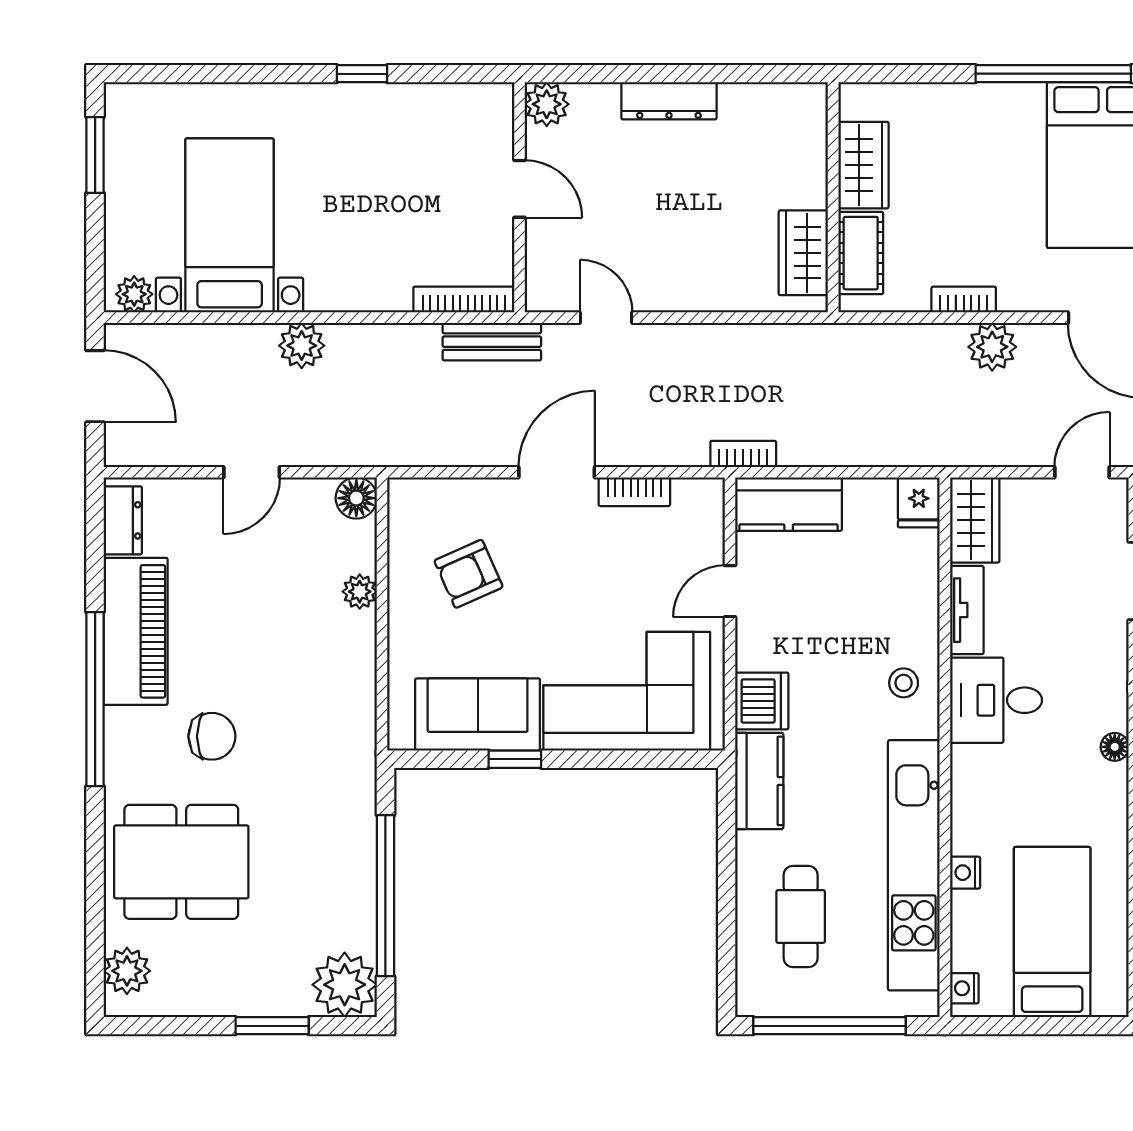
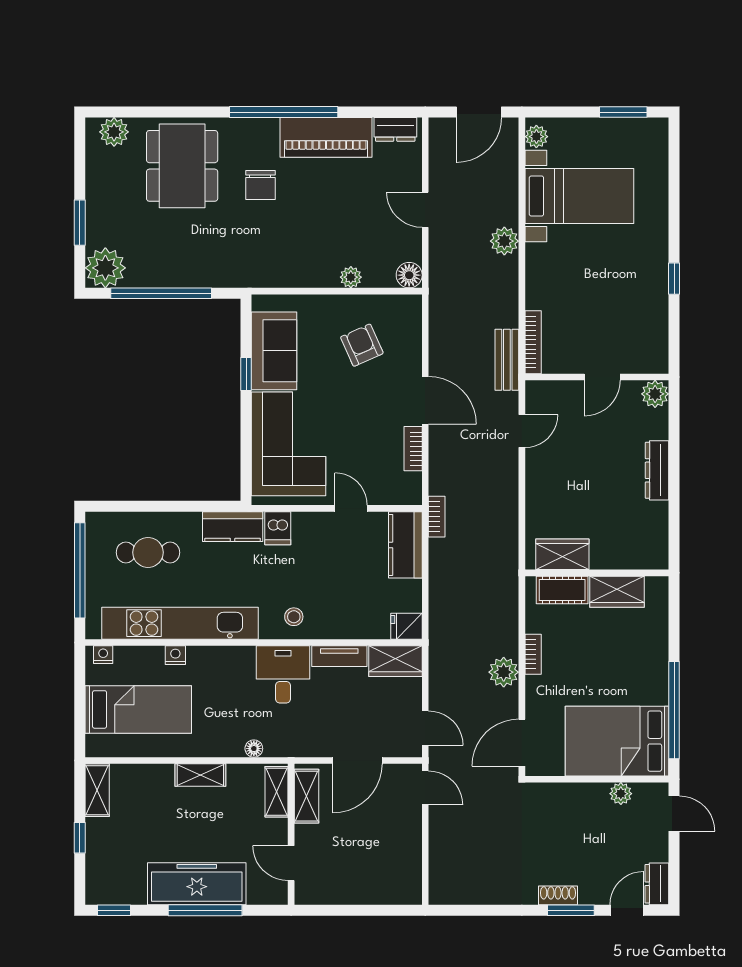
dishwasher: (762, 701) -> (278, 528), width x0.73

